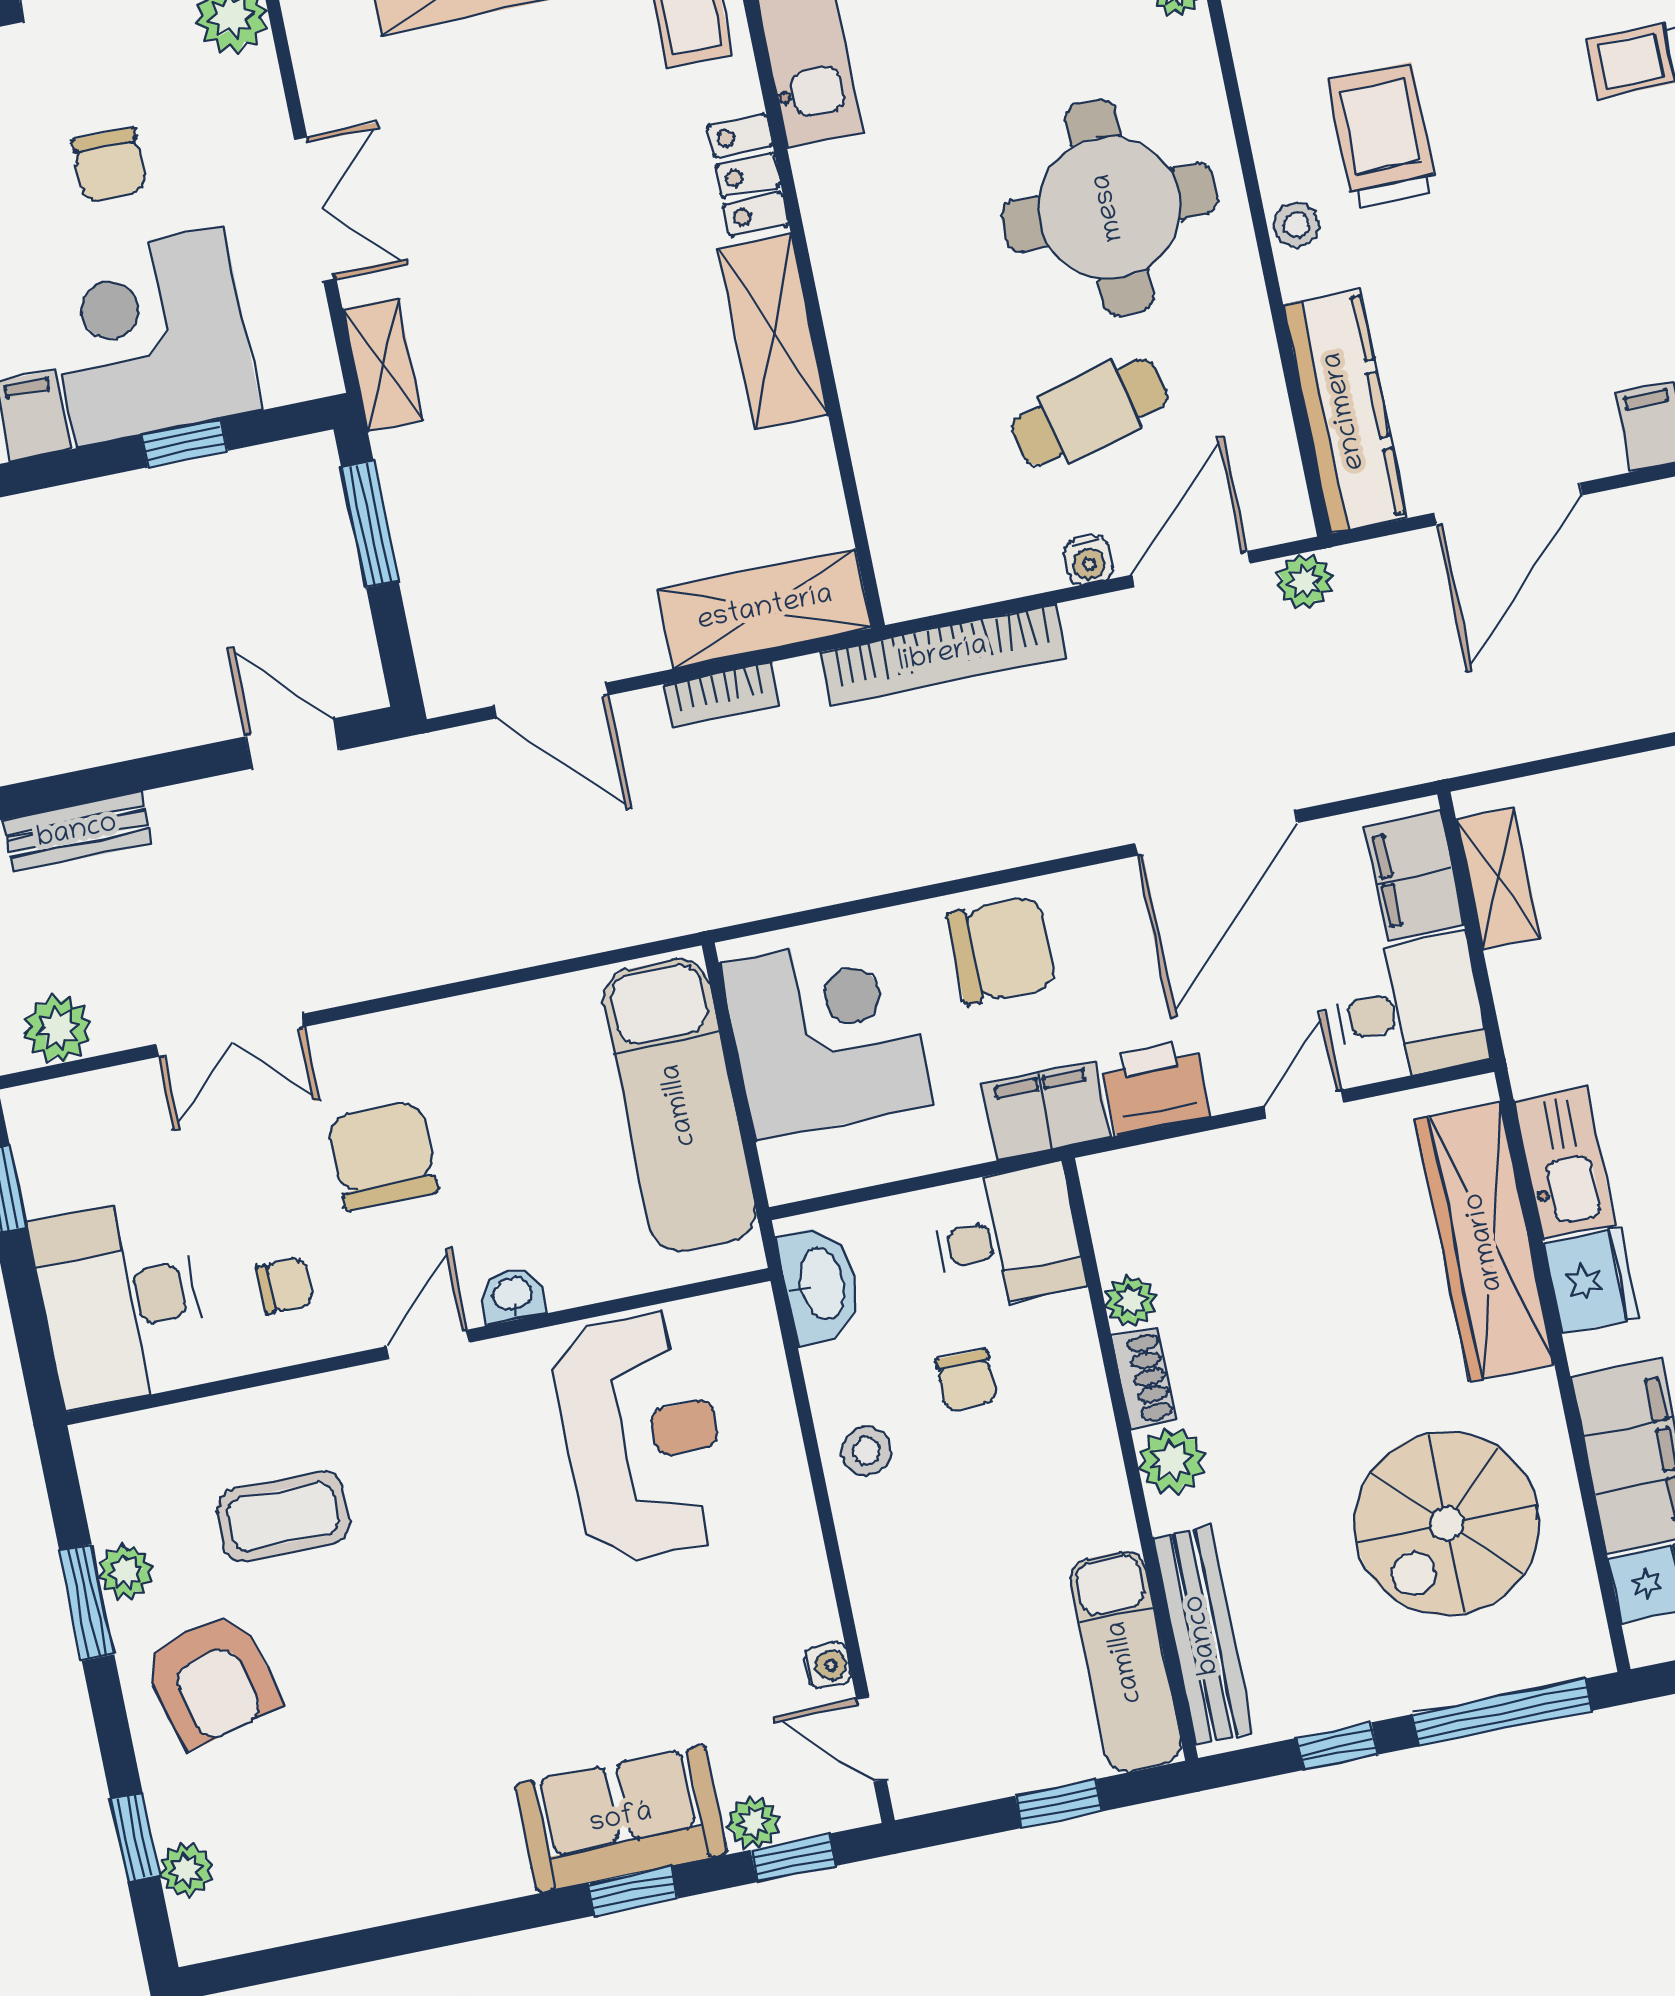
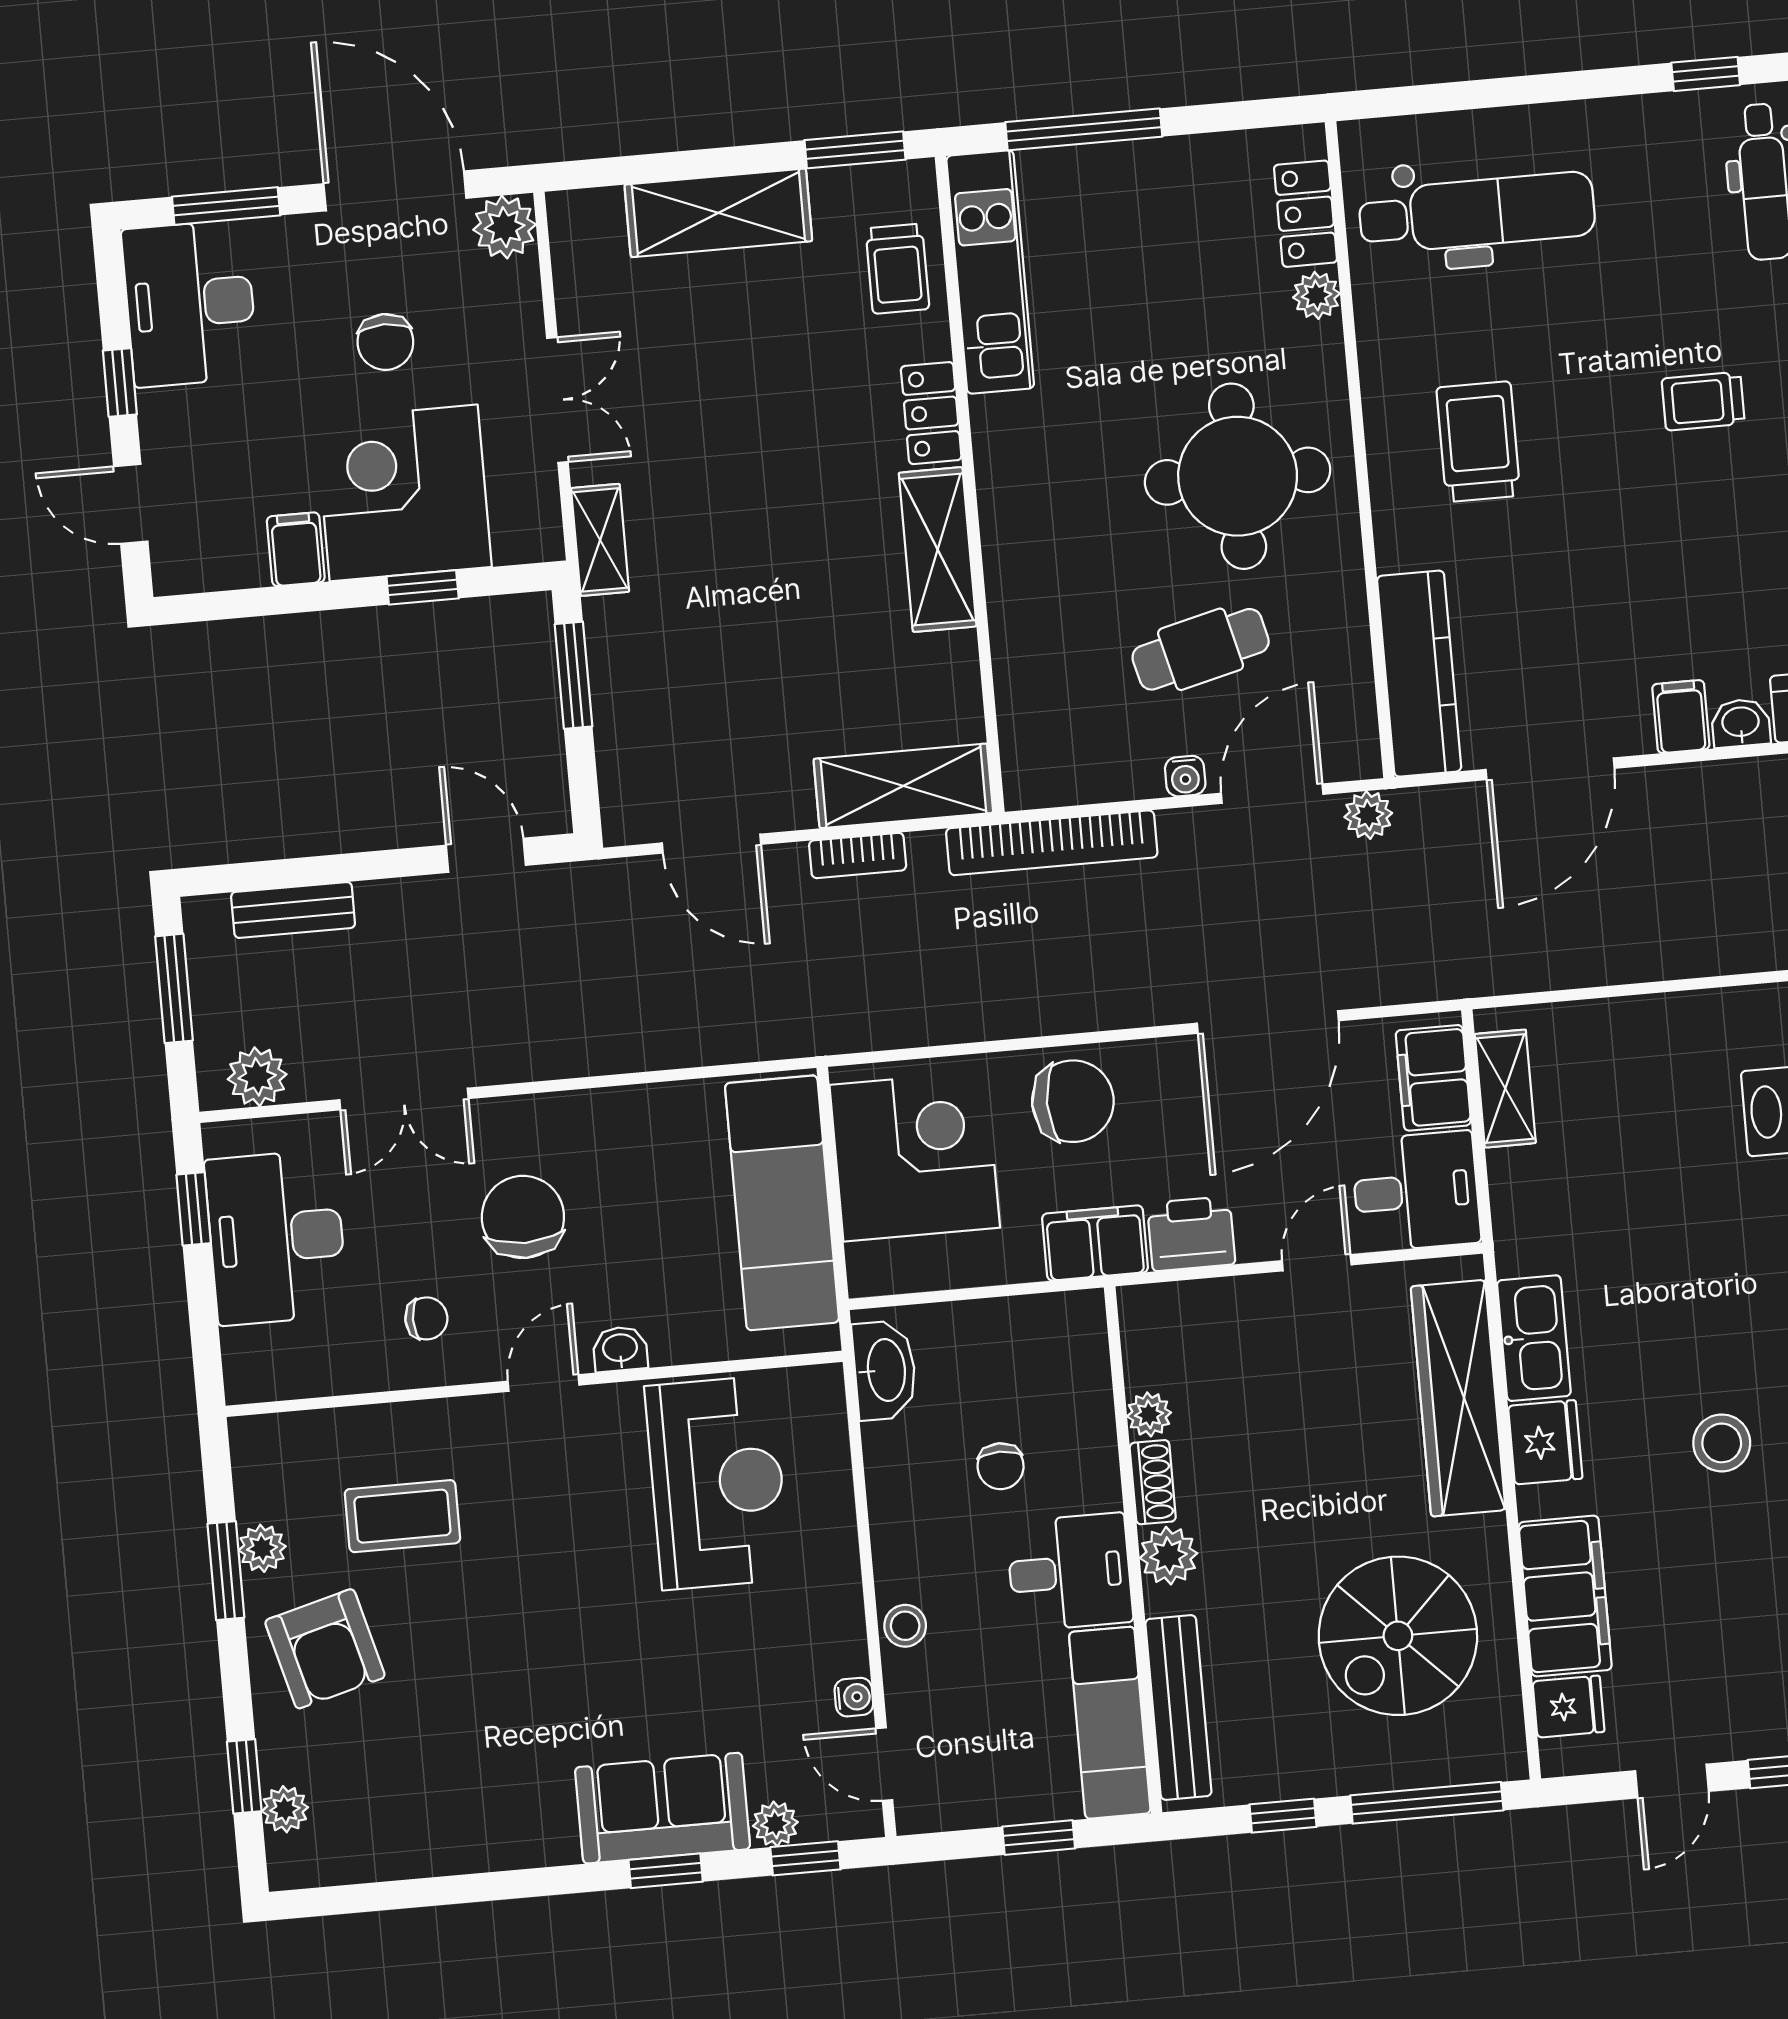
stool: (1296, 225) -> (1396, 509), removed
desk: (1007, 1237) -> (1070, 1572), moved
desk: (120, 1302) -> (276, 1237), moved
stool: (866, 1451) -> (905, 1626), moved

